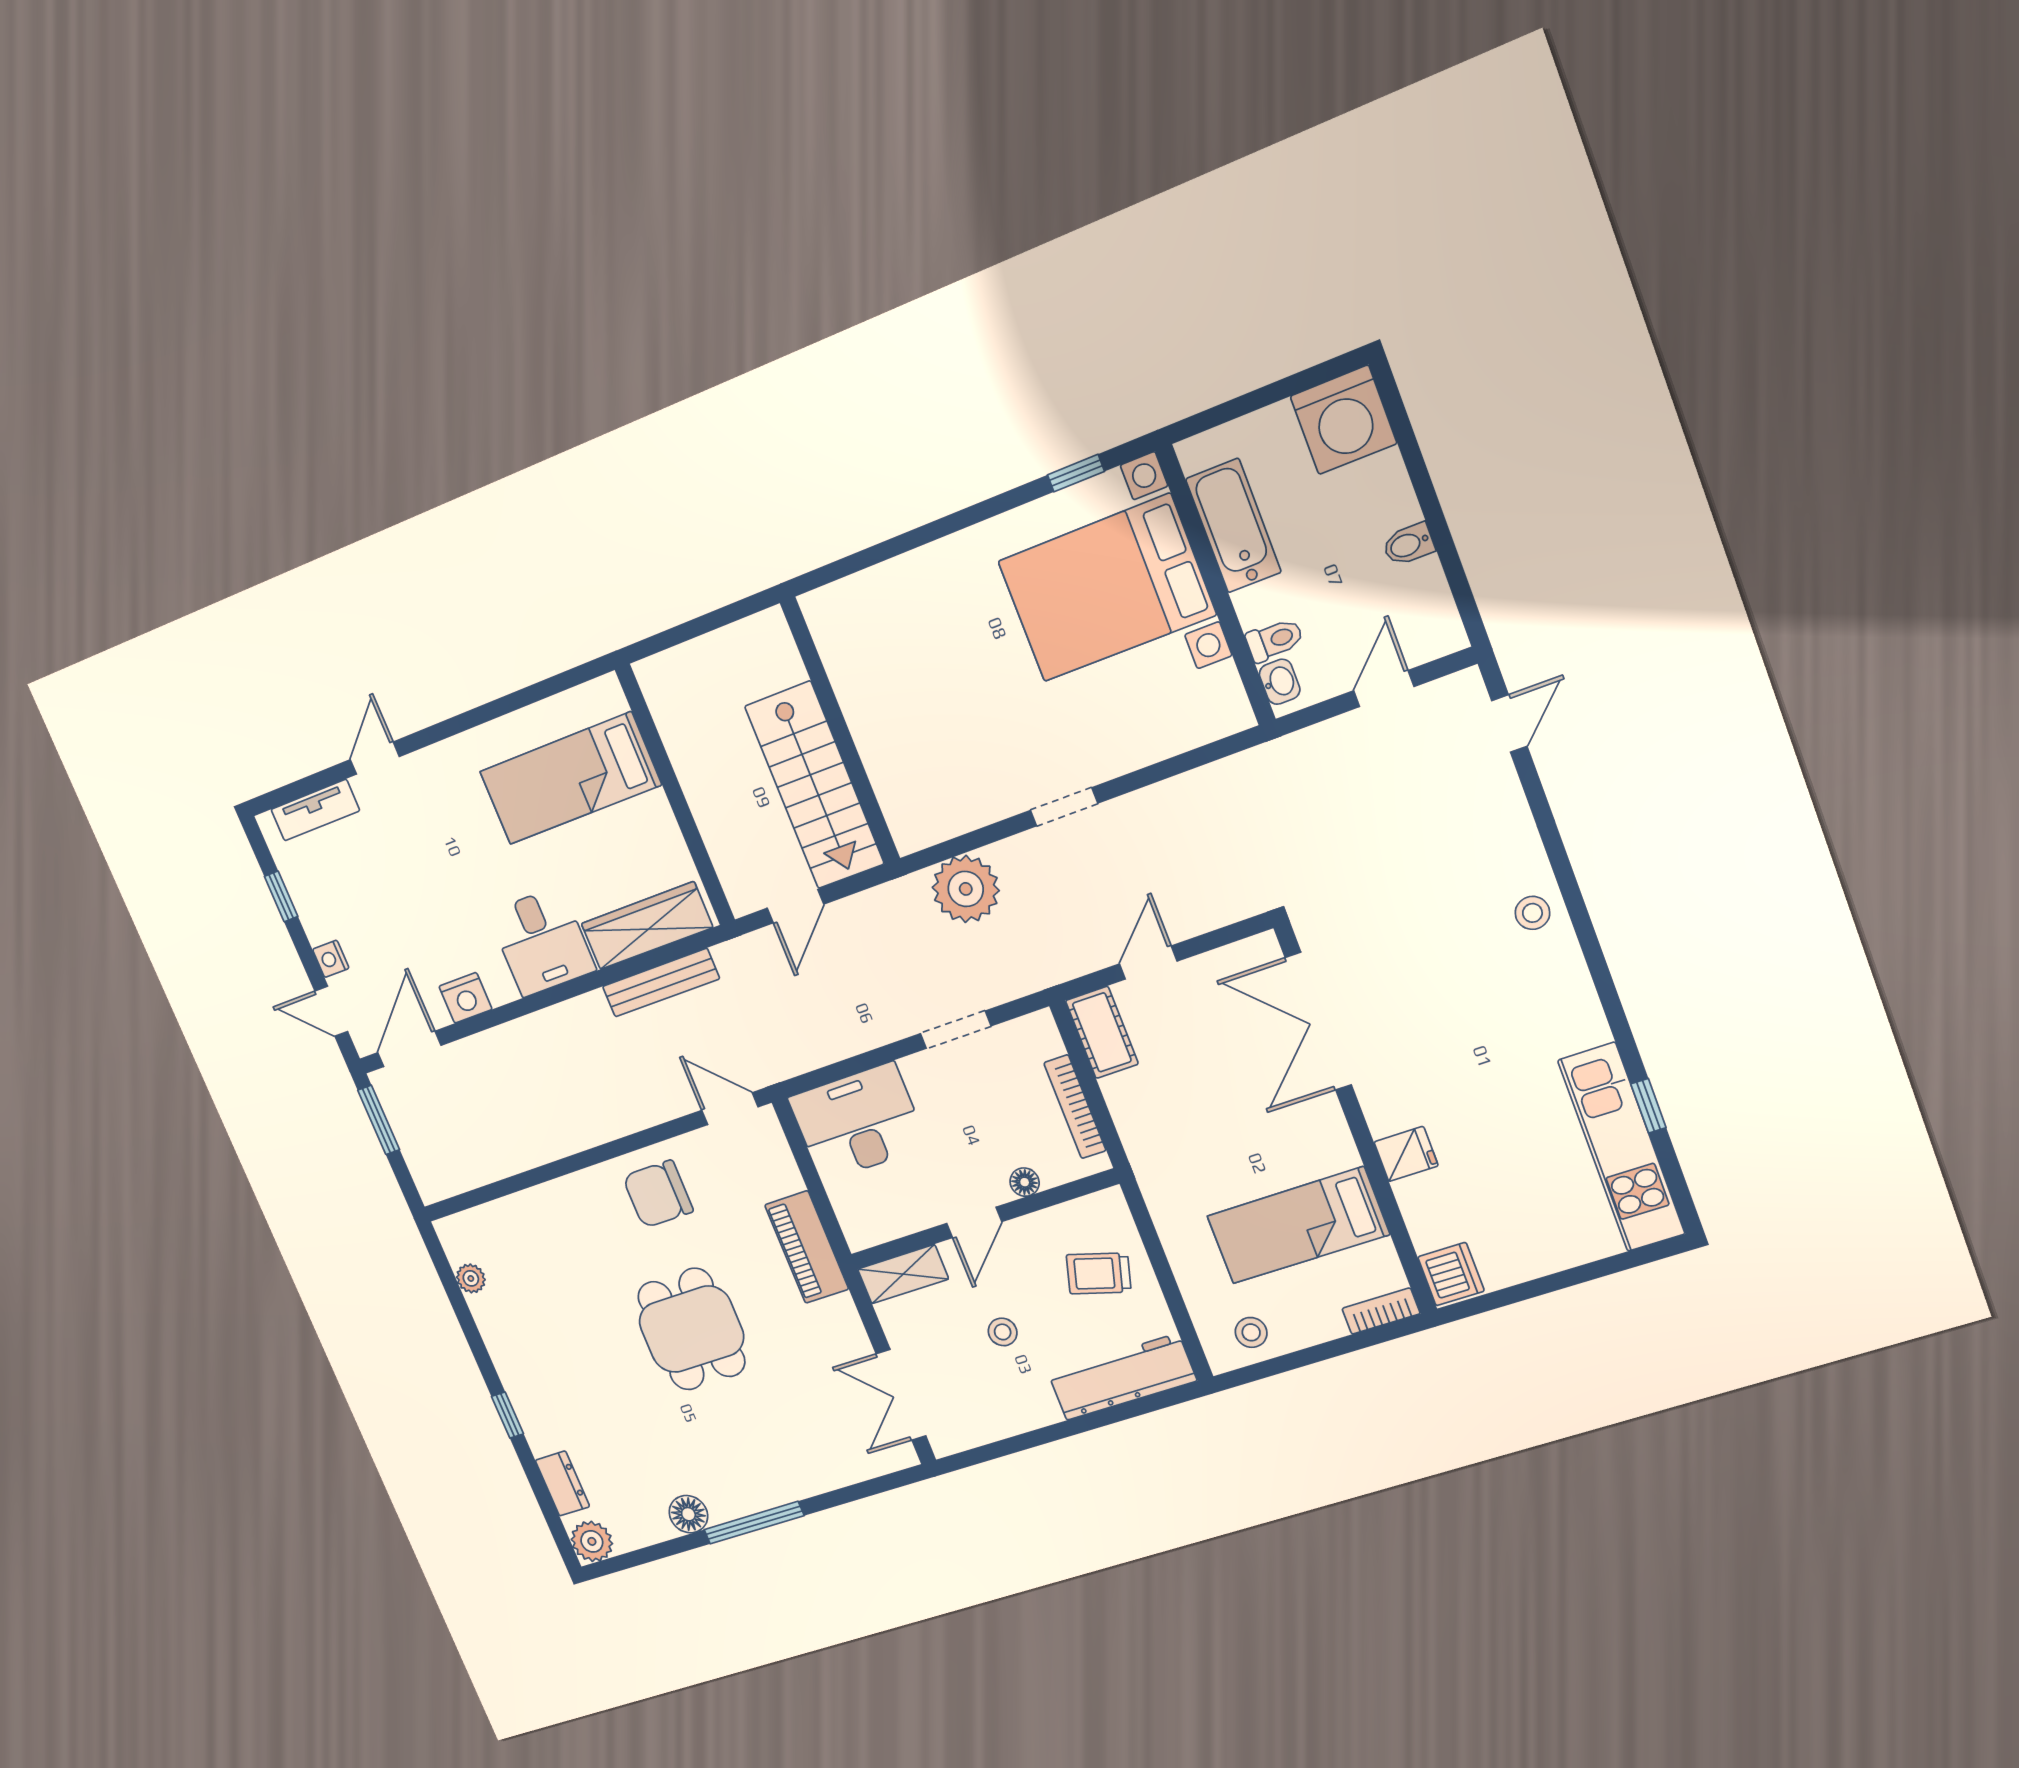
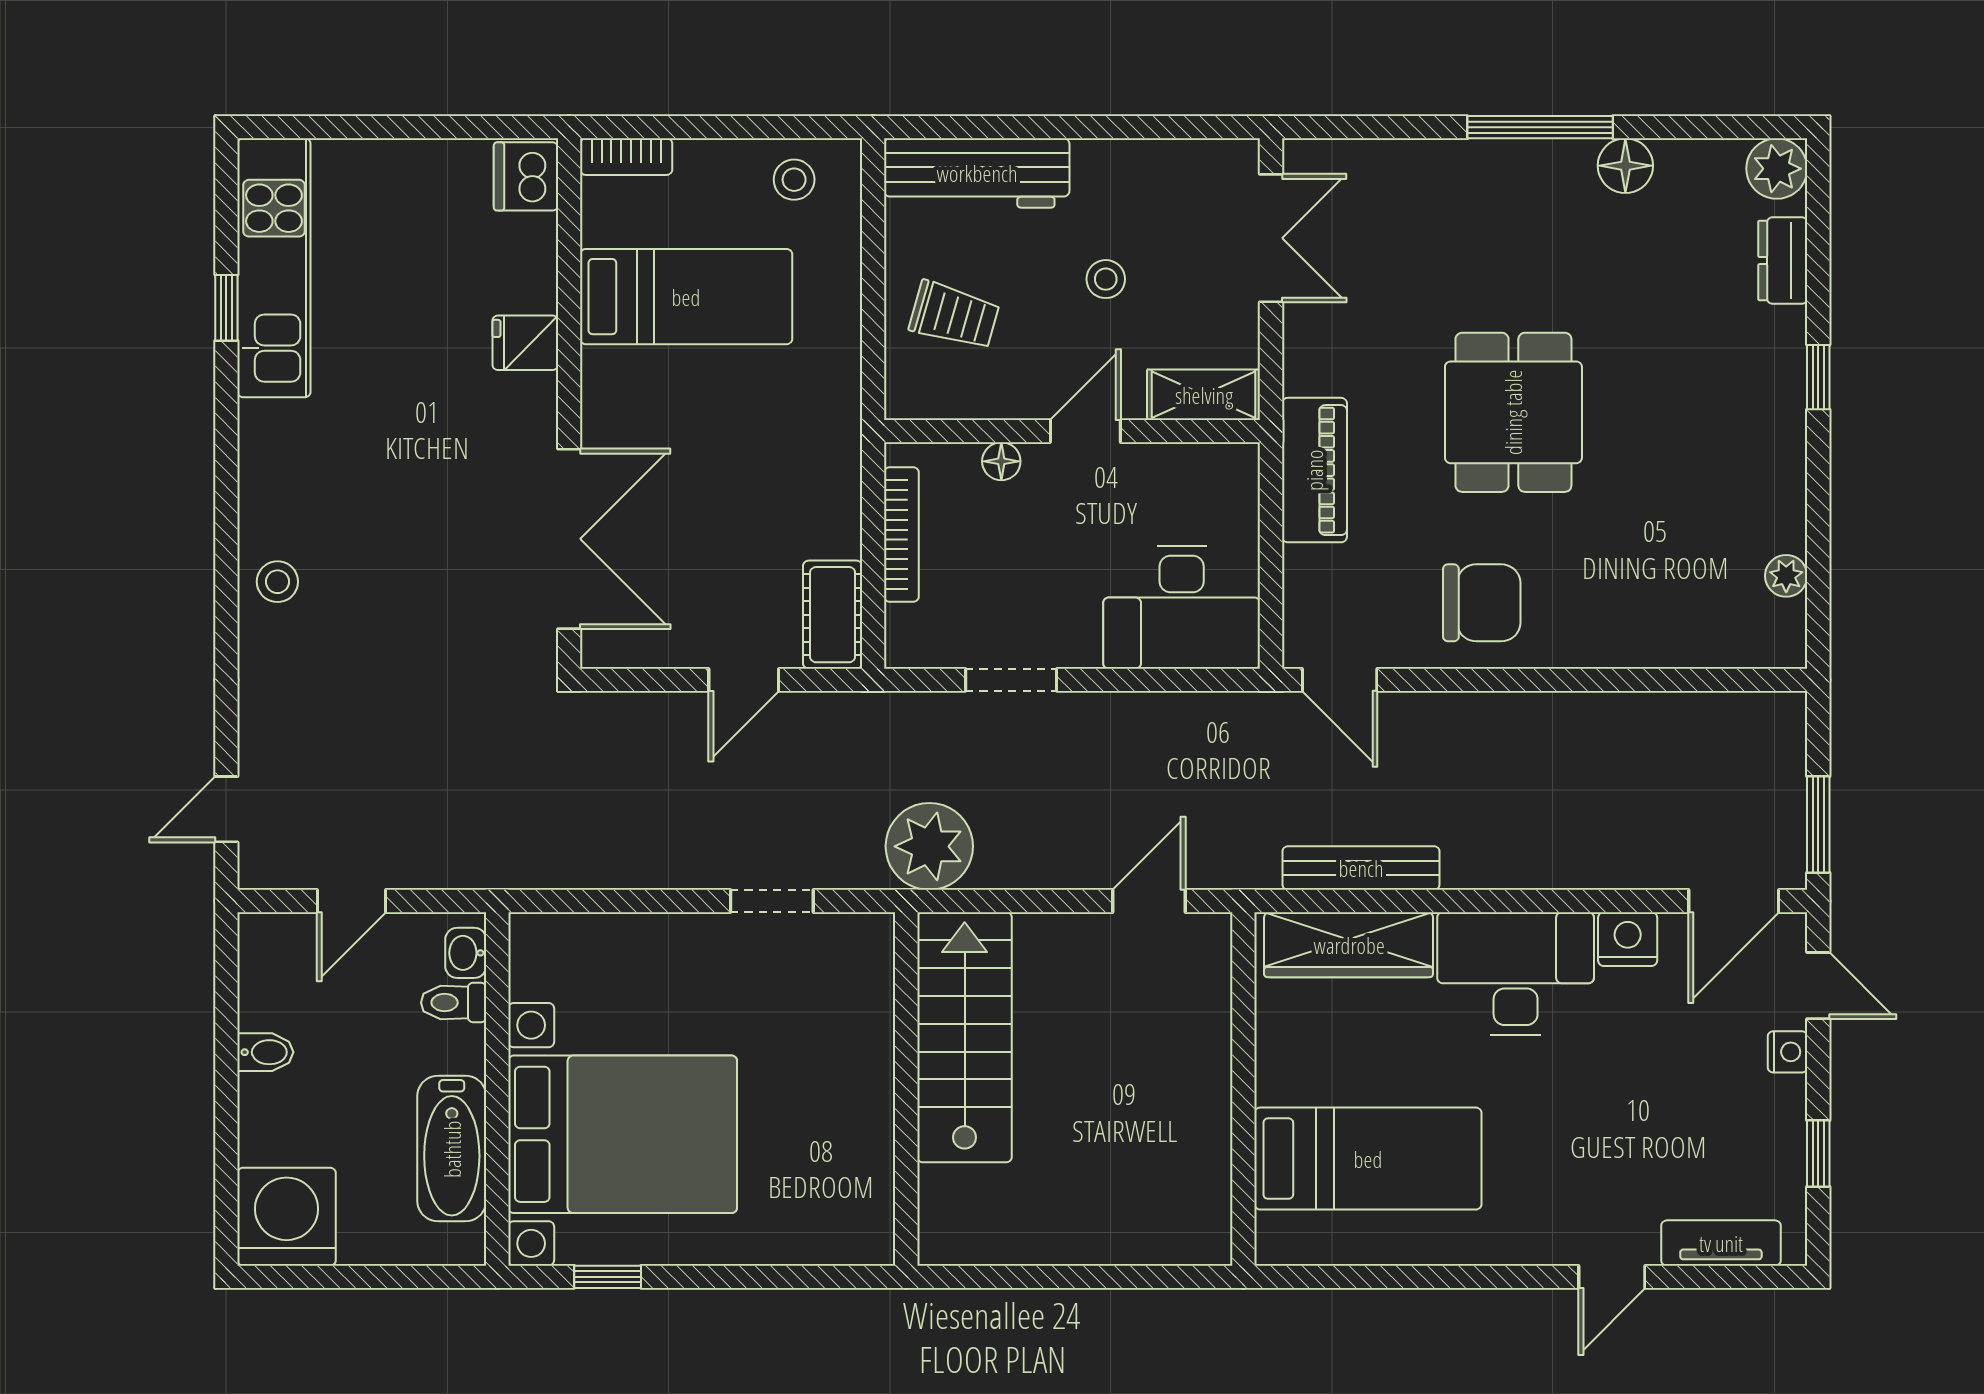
wall: (840, 731) -> (906, 1089), moved
stairs: (814, 785) -> (965, 1037), moved
desk: (542, 941) -> (1516, 974), width x1.37

